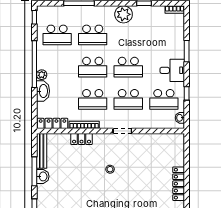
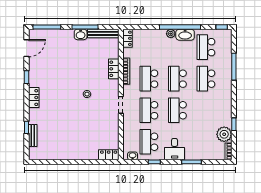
plant: (124, 14) -> (224, 134), moved
washbasin: (43, 91) -> (185, 35), moved
locker: (52, 123) -> (128, 38), width x0.66
locker: (179, 184) -> (109, 155), moved, width x0.66

